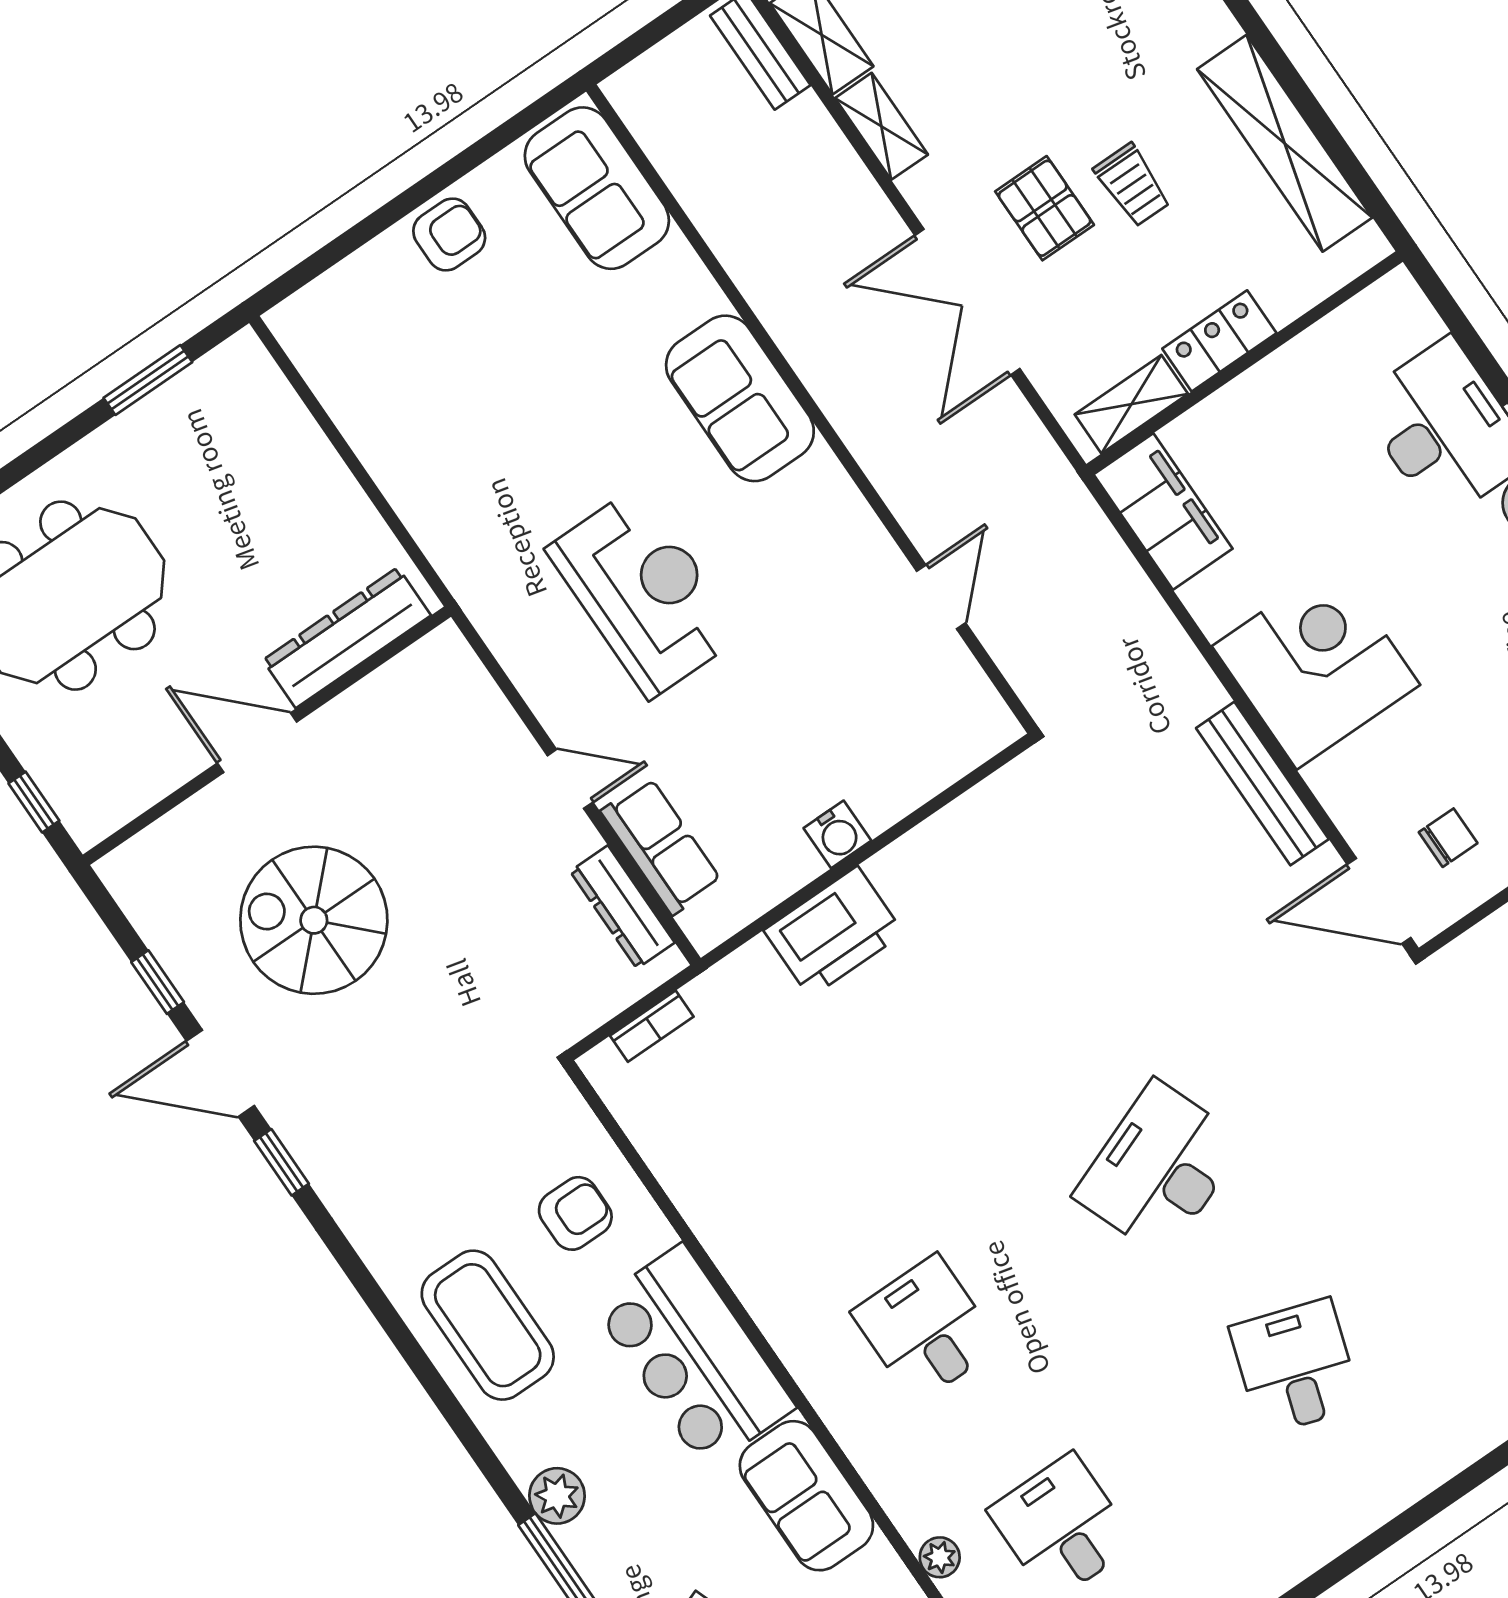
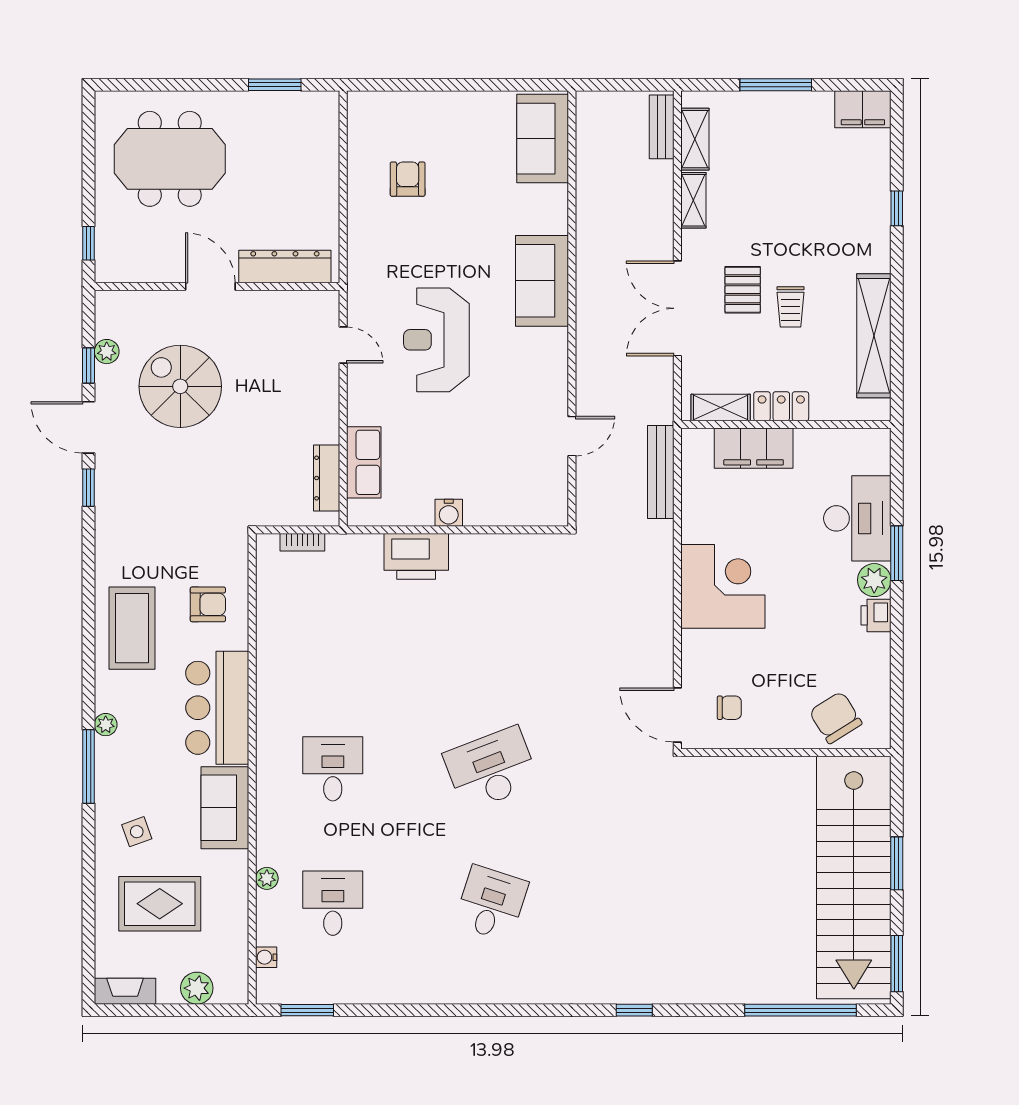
armchair: (449, 234) -> (408, 179), moved, turned -90
filing cabinet: (1163, 511) -> (754, 448), moved, turned 90
reception desk: (644, 592) -> (436, 340), turned 180
door: (570, 779) -> (343, 345), moved
bench: (1262, 784) -> (661, 472), moved
plant: (170, 943) -> (107, 352), added
plant: (557, 1496) -> (106, 725), width x0.73, depth x0.73

